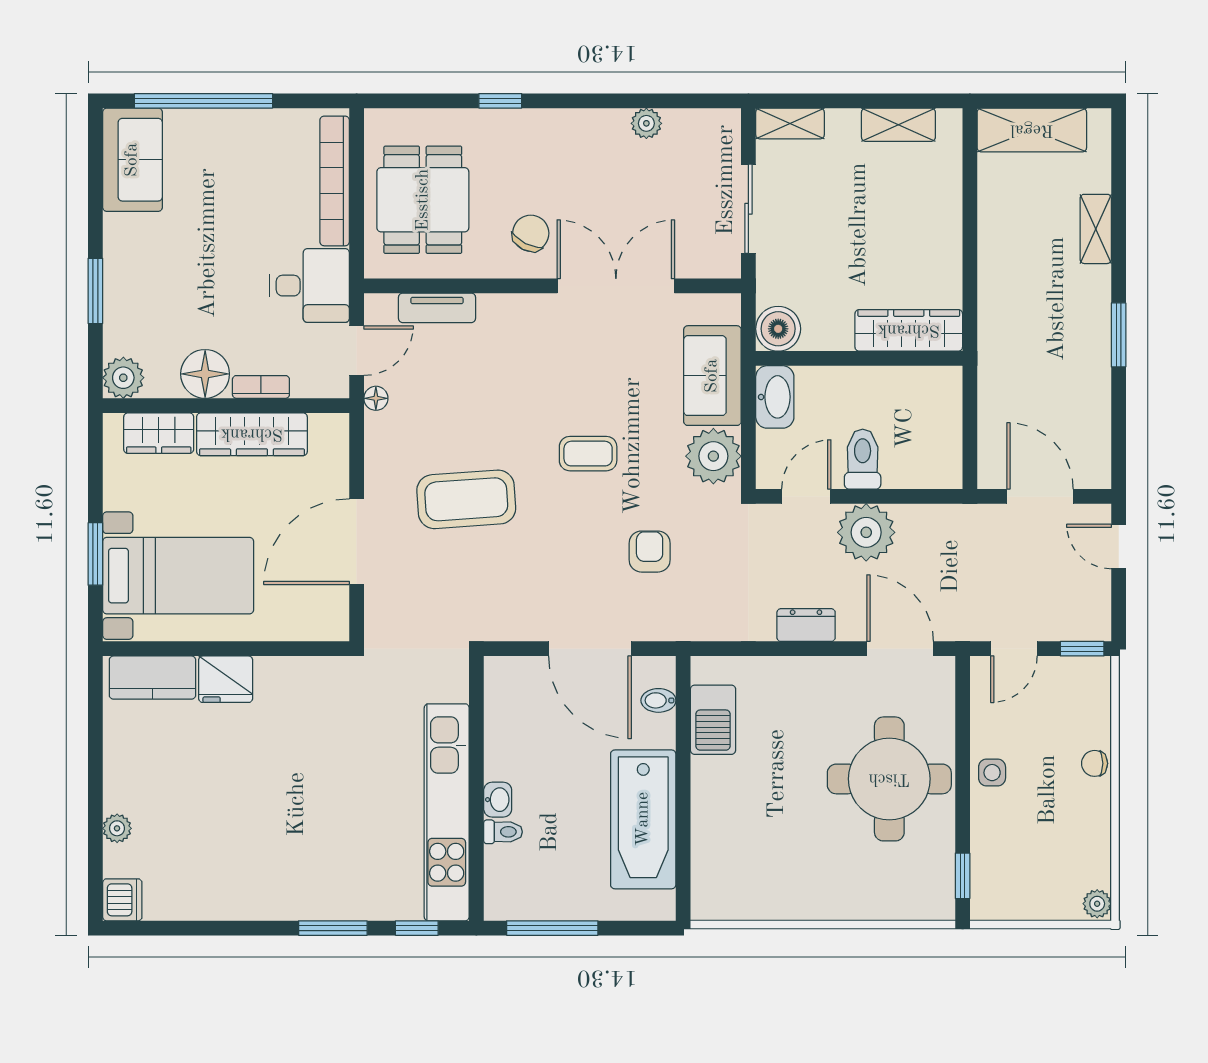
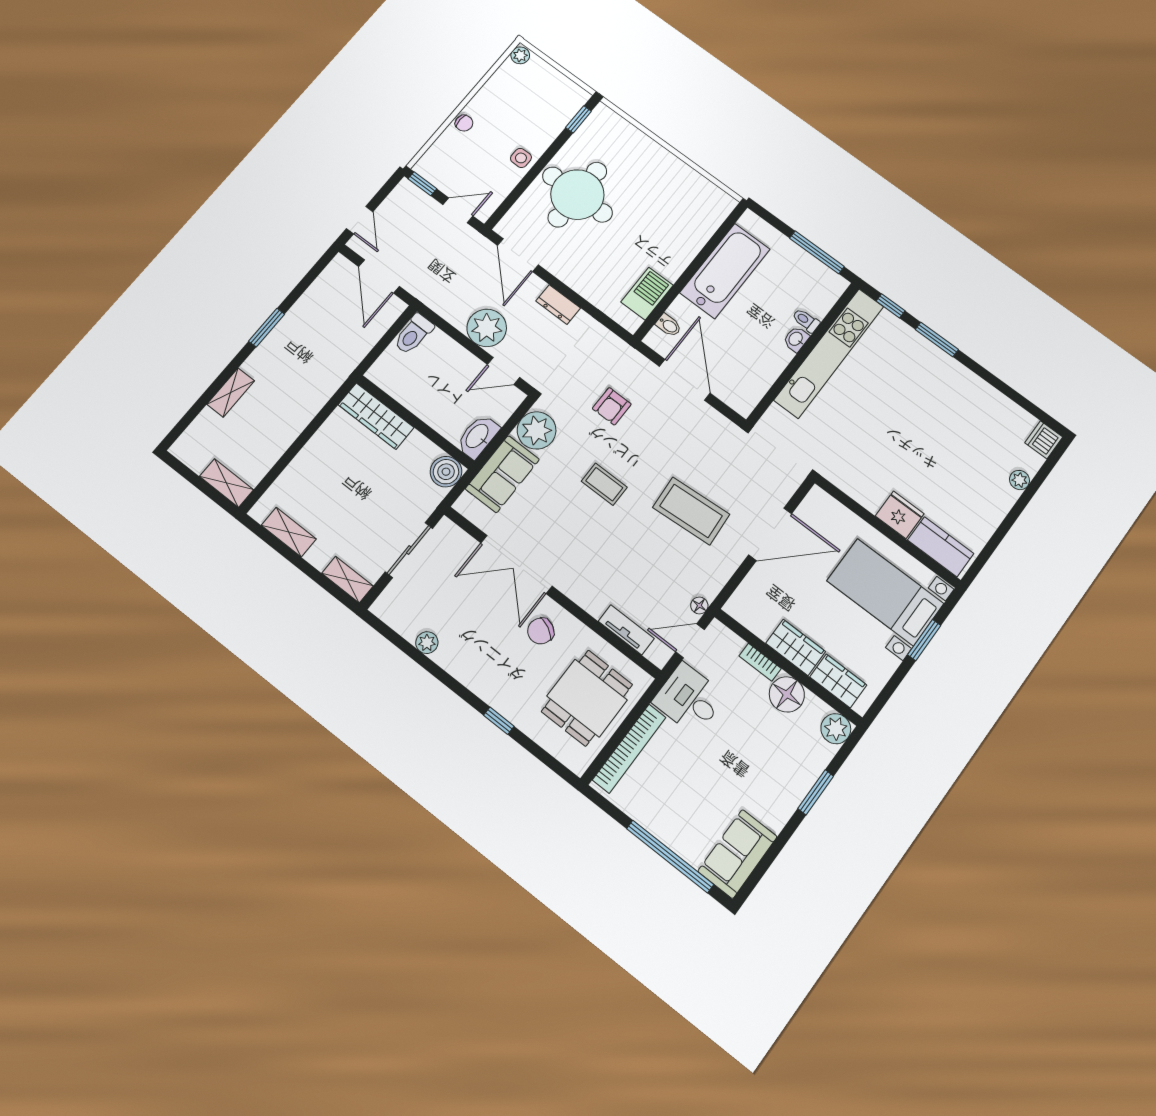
shelving: (1032, 130) -> (226, 483), width x0.67, depth x0.75
wardrobe: (252, 434) -> (796, 647), width x0.67
toilet: (863, 459) -> (414, 334), moved

